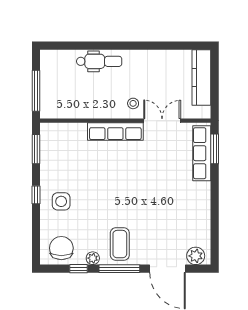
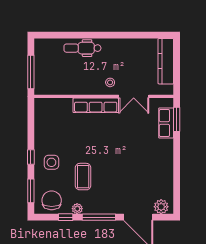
dental chair: (99, 61) -> (82, 48), turned 180
double door: (162, 121) -> (134, 96), swing flipped
window: (36, 149) -> (31, 191), moved
row of seats: (202, 153) -> (166, 123), width x0.68
coffee table: (120, 244) -> (83, 177), moved

